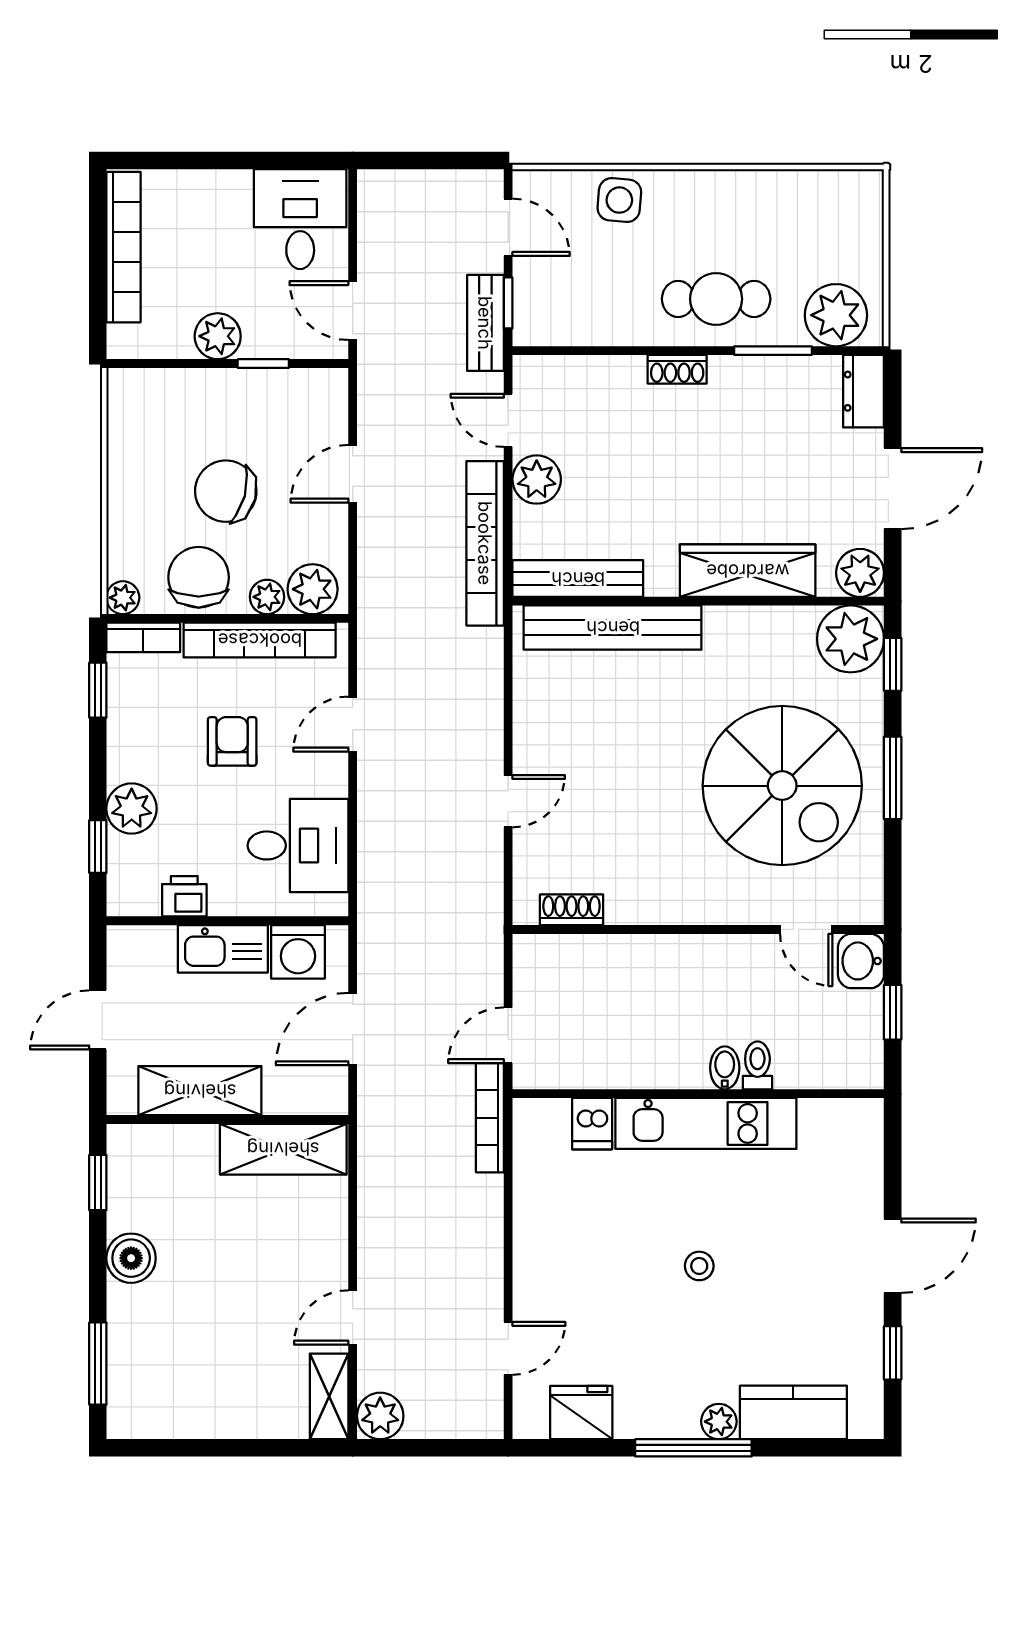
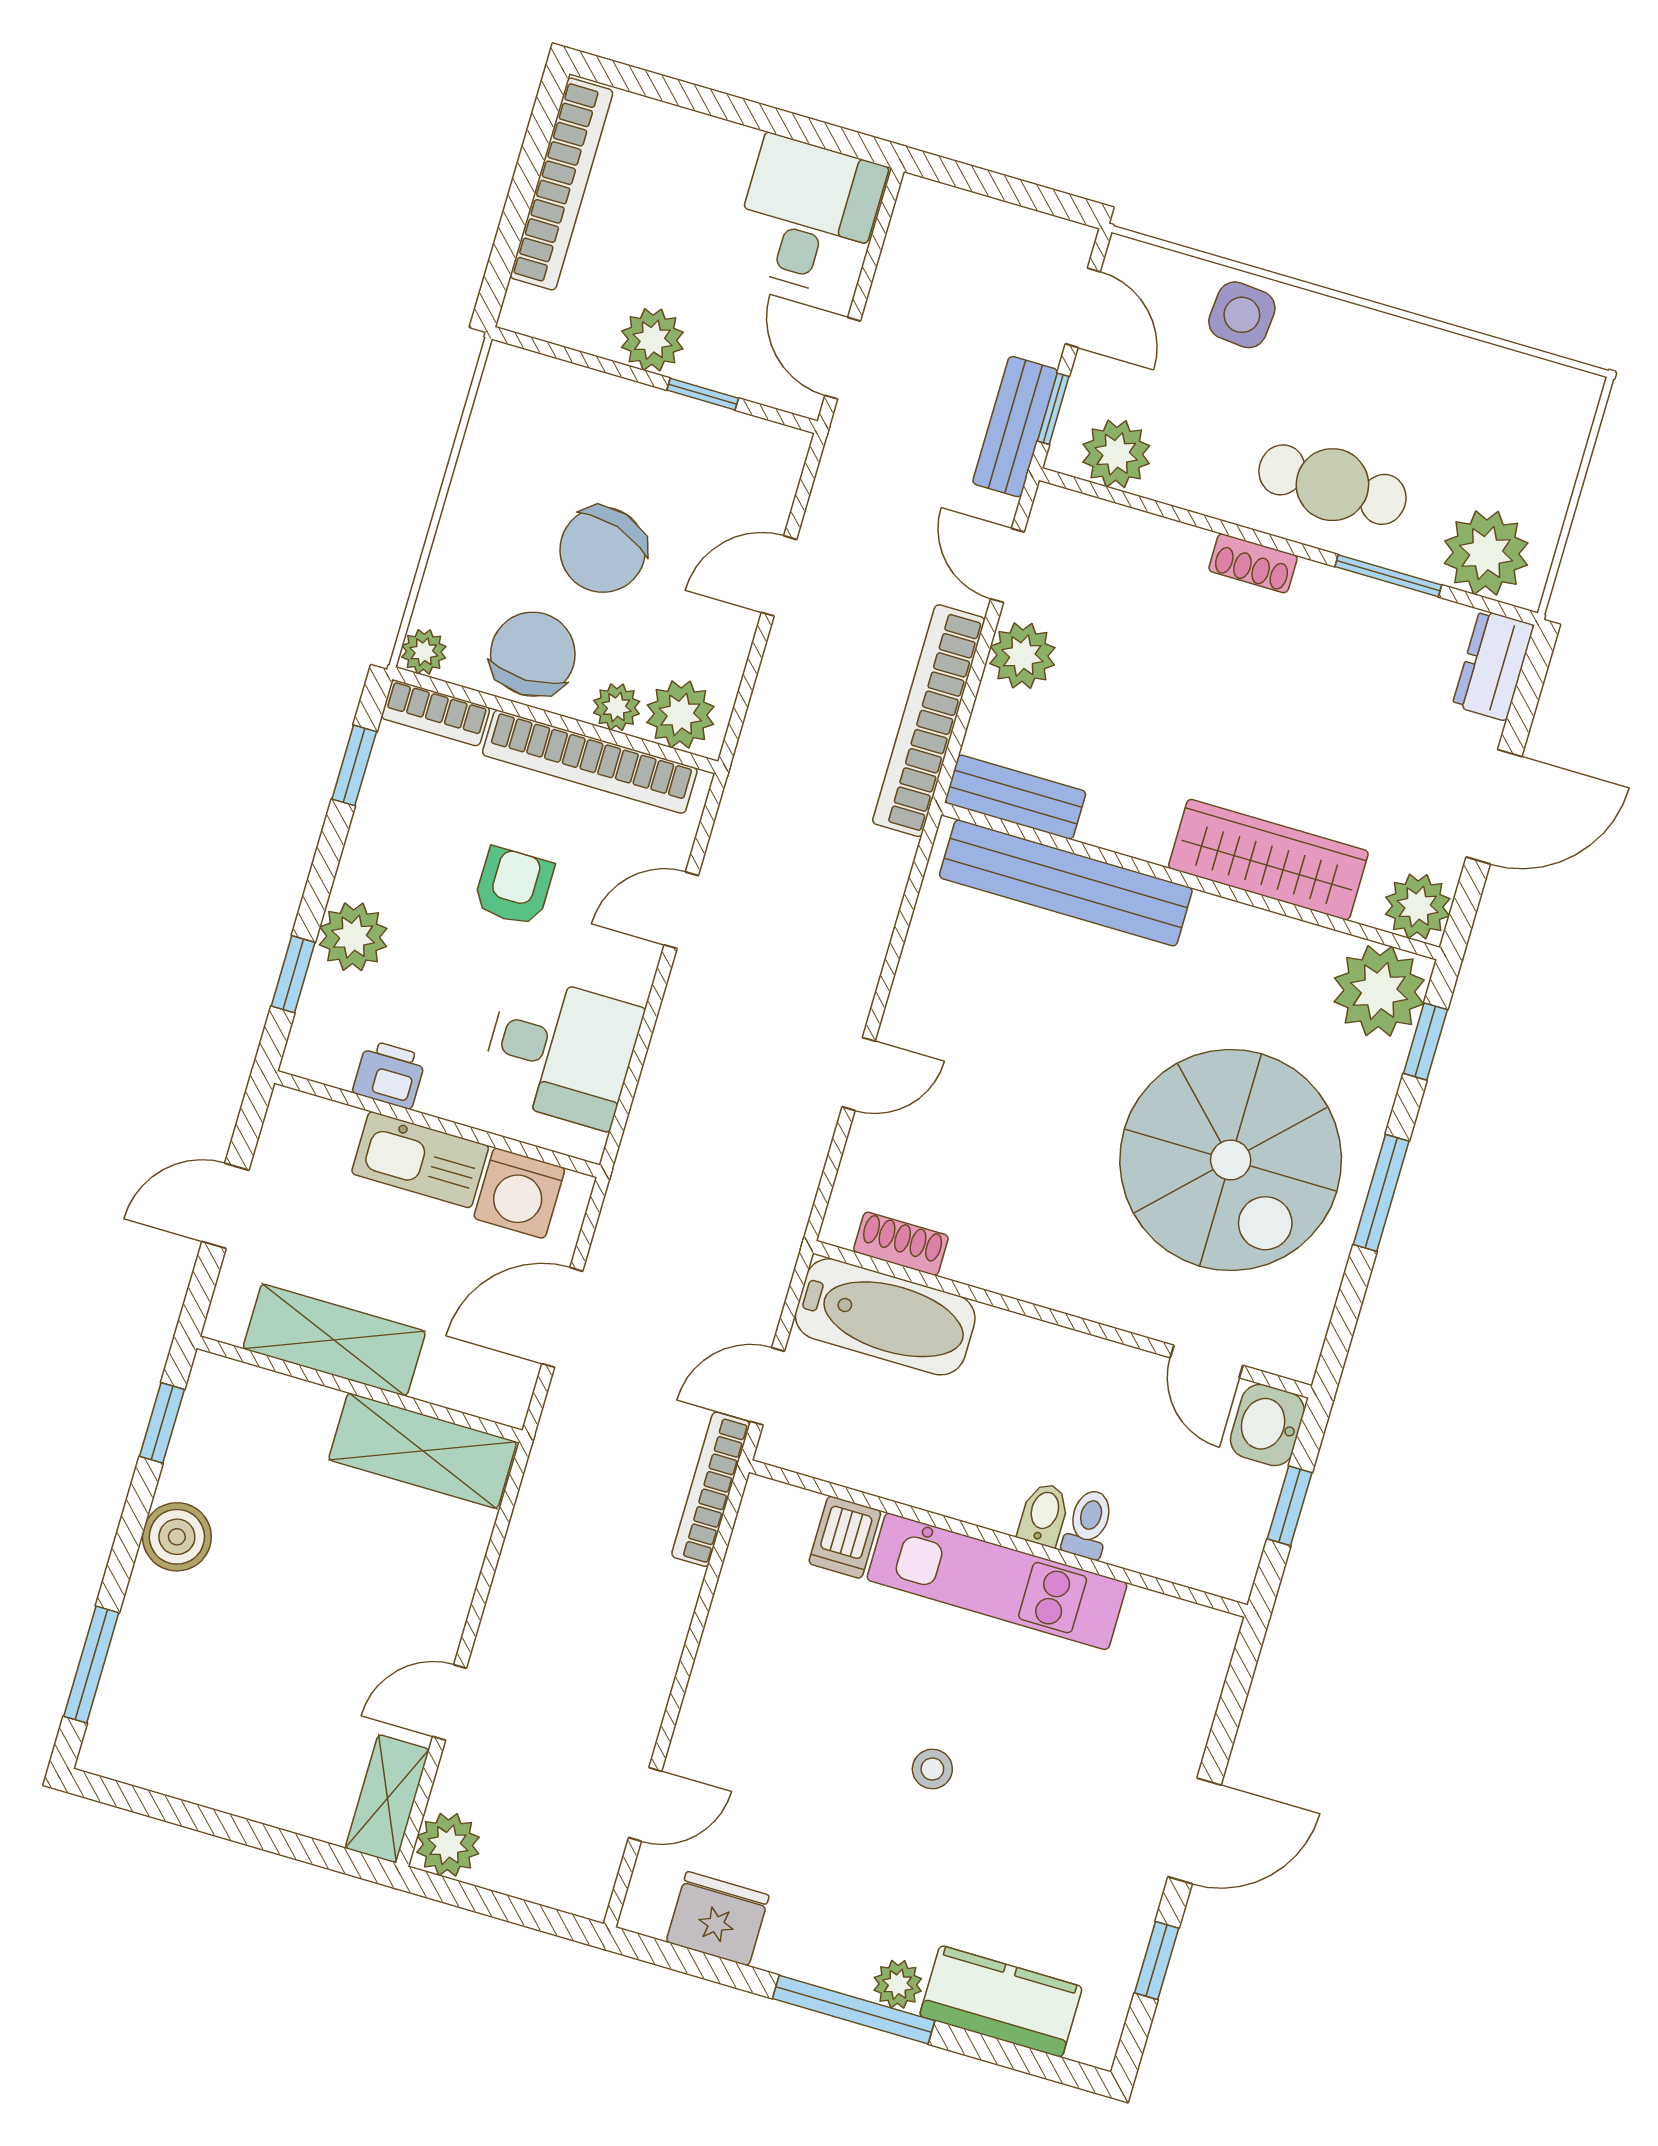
plant: (561, 321) -> (1116, 454), added
chair: (226, 491) -> (603, 550), turned -88
bench: (578, 579) -> (1015, 797), width x0.73
bathtub: (575, 963) -> (885, 1317), added

